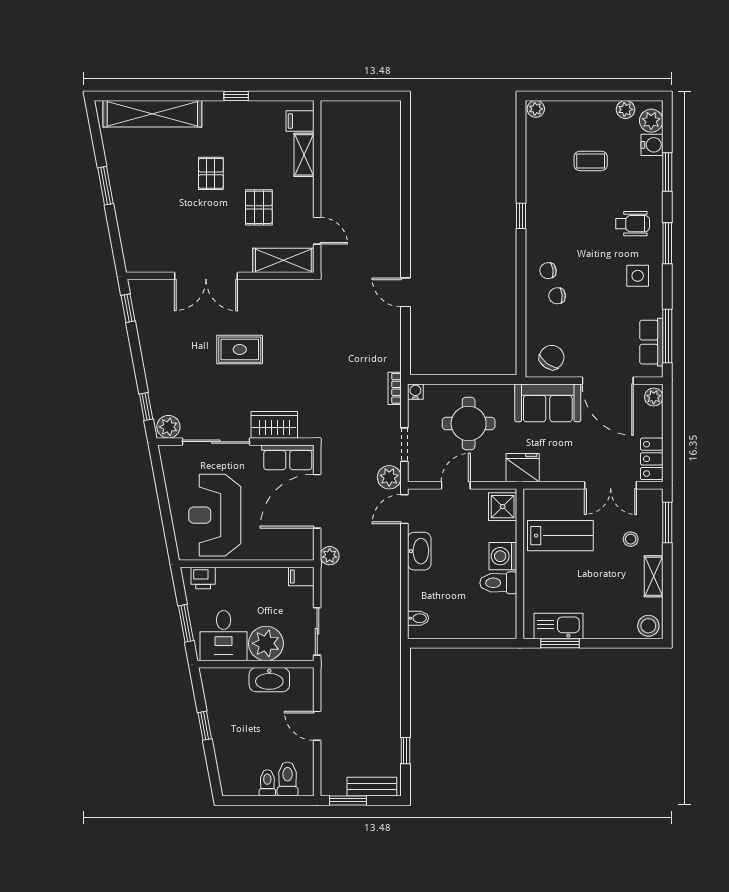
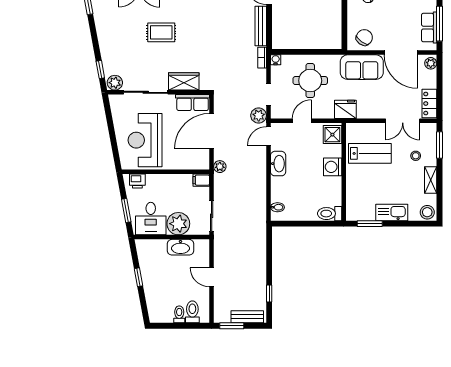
bench: (392, 340) -> (261, 26), added
toilet: (498, 583) -> (330, 214), moved
kitchen sink: (559, 626) -> (392, 212), moved

